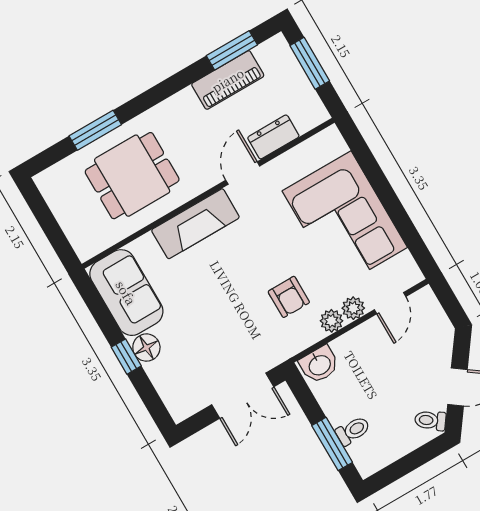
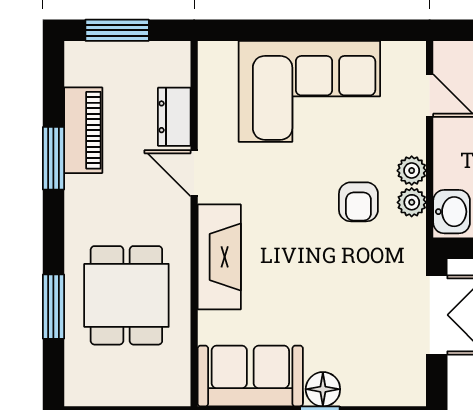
window: (232, 50) -> (53, 158), moved
armchair: (289, 297) -> (358, 202), turned 90
plant: (353, 308) -> (412, 202), moved

